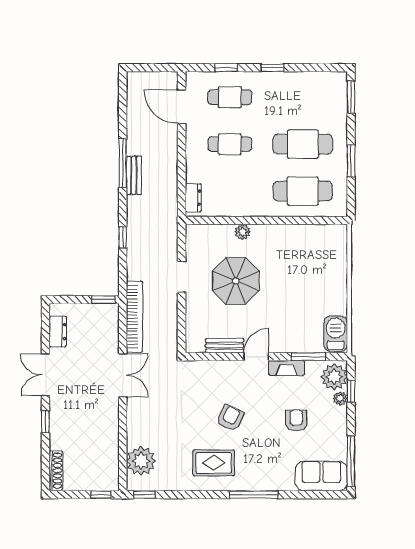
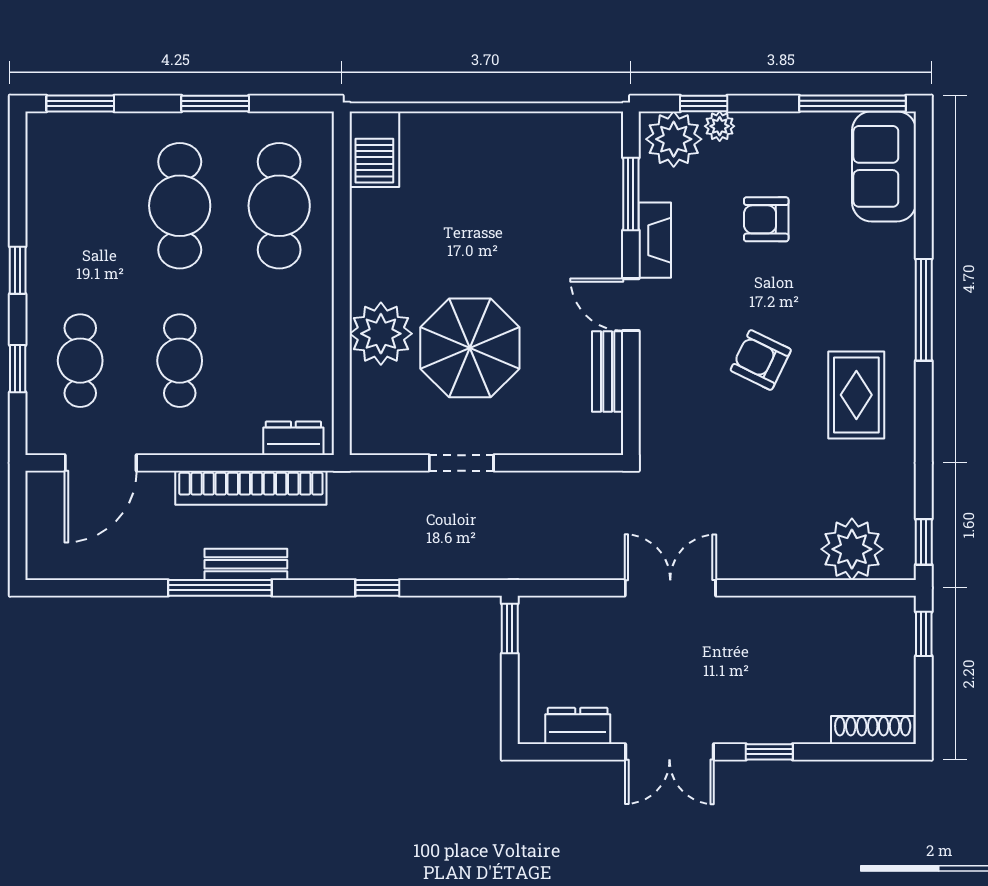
plant: (243, 232) -> (381, 334), width x1.88, depth x1.88
bookcase: (135, 317) -> (251, 488), moved, turned 180
barbecue: (336, 334) -> (374, 149), moved, turned -90

